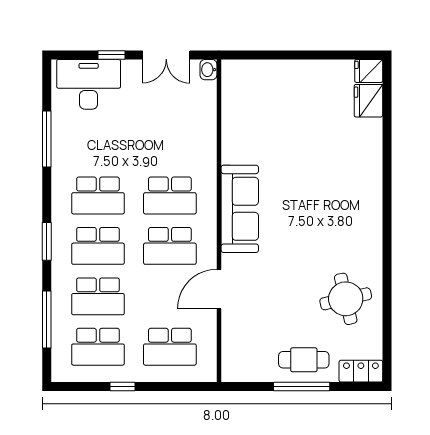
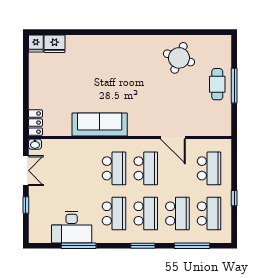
desk: (89, 84) -> (72, 227), moved, turned -90
sofa: (240, 209) -> (100, 124), moved
round table: (346, 299) -> (179, 58), turned 33
locker: (361, 371) -> (35, 123), moved, turned 180

